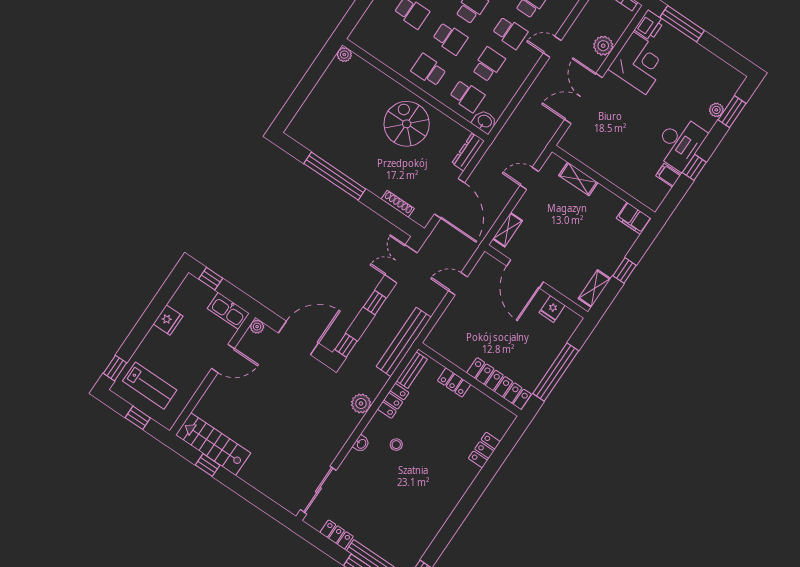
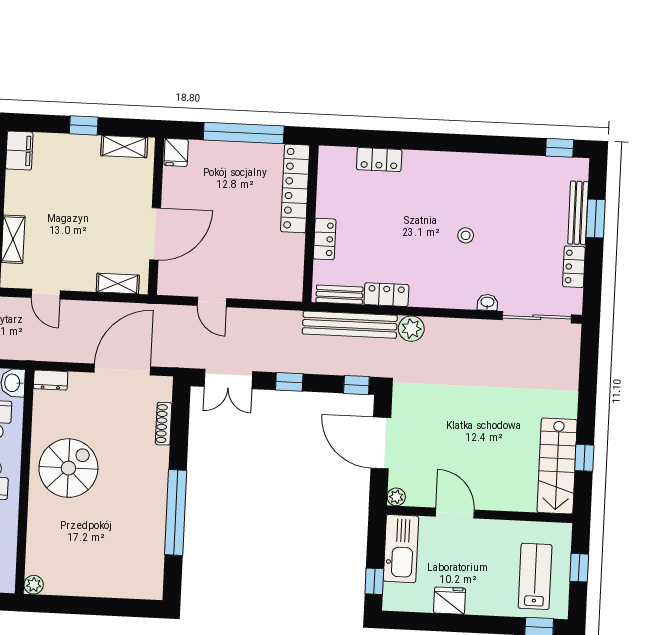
spiral stairs: (407, 124) -> (68, 468), turned 180
dresser: (468, 152) -> (51, 380), width x0.70
fridge: (552, 309) -> (176, 152), moved, turned 90
kitchen sink: (228, 311) -> (401, 549), width x1.36, depth x1.24
bench: (404, 342) -> (350, 325), moved
washbasin: (361, 444) -> (487, 302), moved
stool: (396, 445) -> (466, 235), moved

